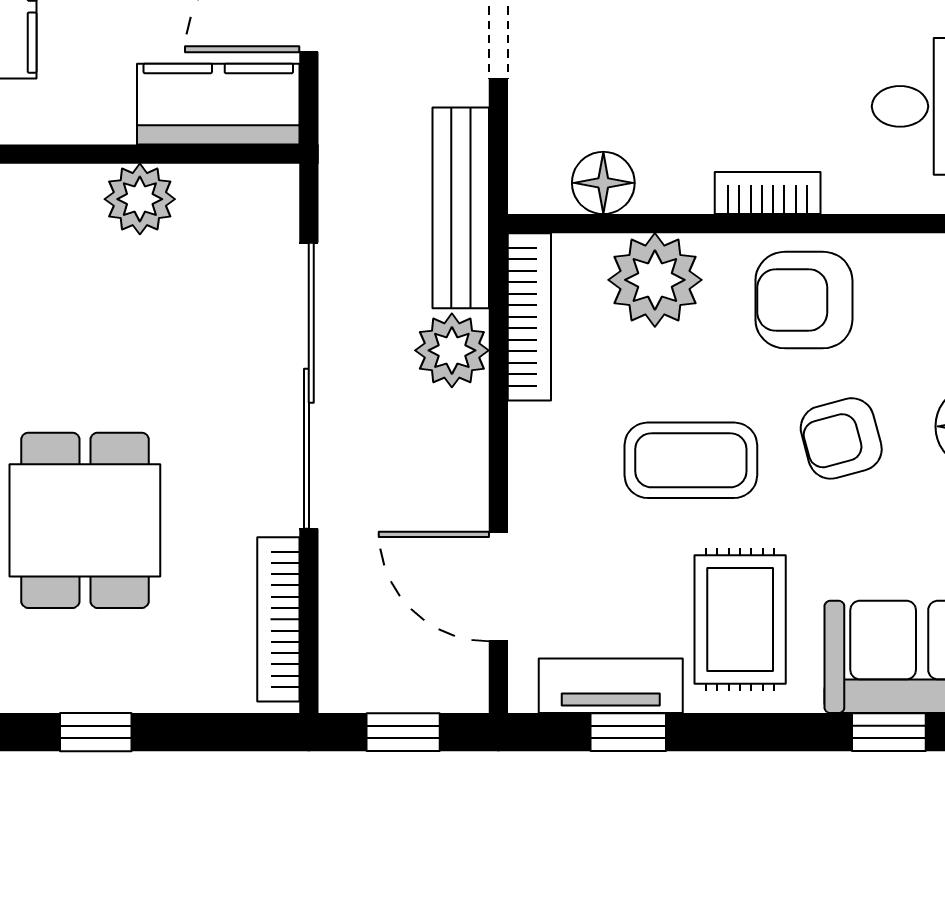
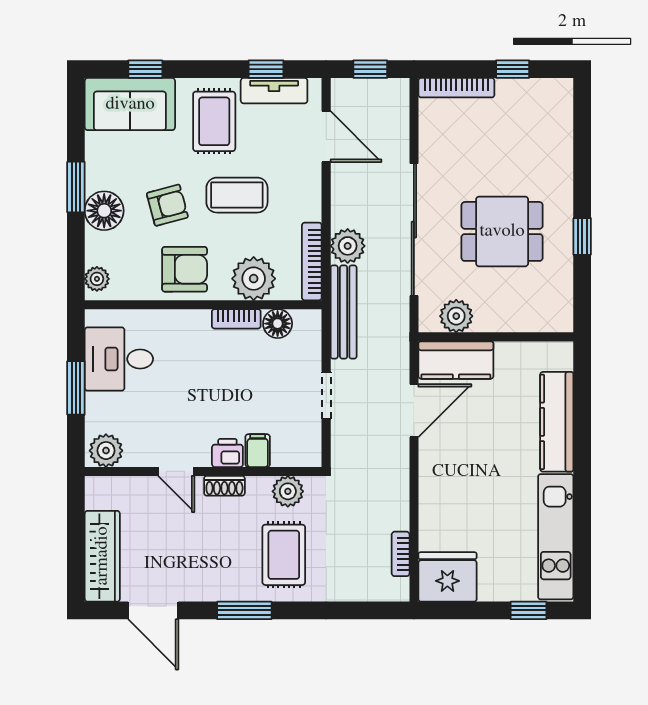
bookcase: (768, 193) -> (236, 319), moved
plant: (140, 199) -> (456, 316), moved
dining table: (85, 520) -> (502, 231), moved, turned 90
bookcase: (278, 619) -> (456, 88), moved, turned 90

